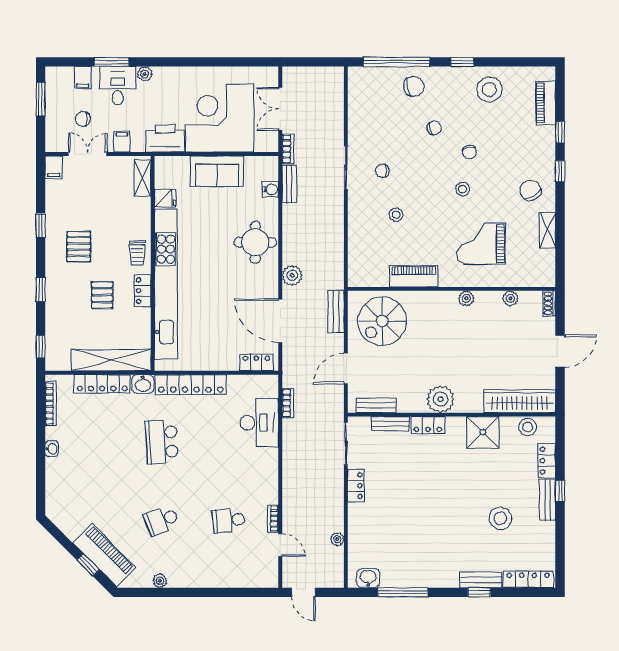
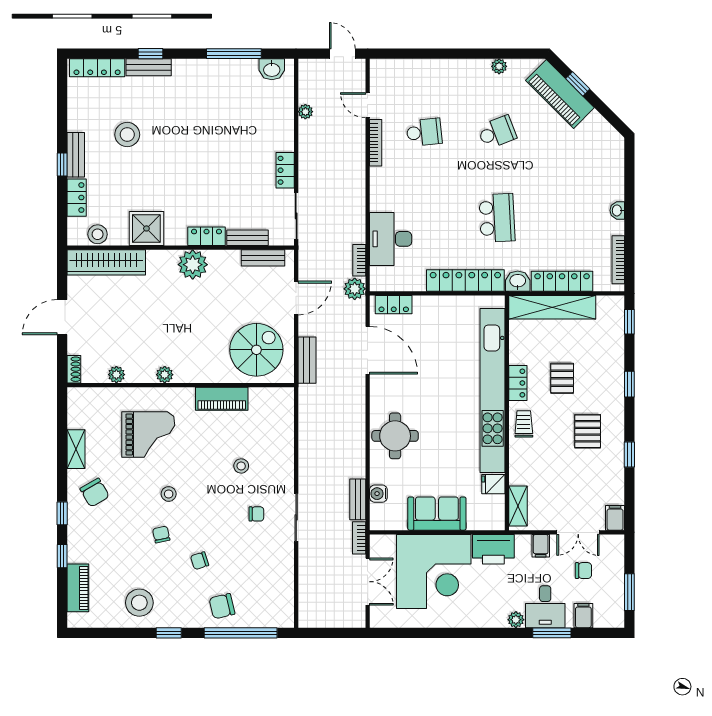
plant: (292, 275) -> (355, 289), moved
bookcase: (273, 518) -> (376, 143), width x1.56

